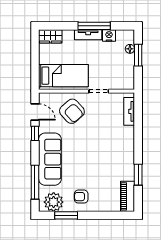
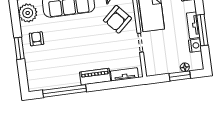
window: (138, 175) -> (65, 91), width x2.11
piano: (128, 196) -> (95, 77), moved
window: (66, 215) -> (19, 48), moved

